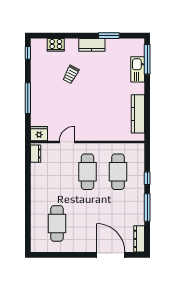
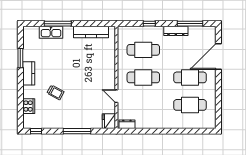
window: (147, 59) -> (58, 24), moved
window: (147, 208) -> (190, 24), moved
cafe table: (87, 223) -> (190, 77), added
dresser: (139, 239) -> (176, 31), moved

